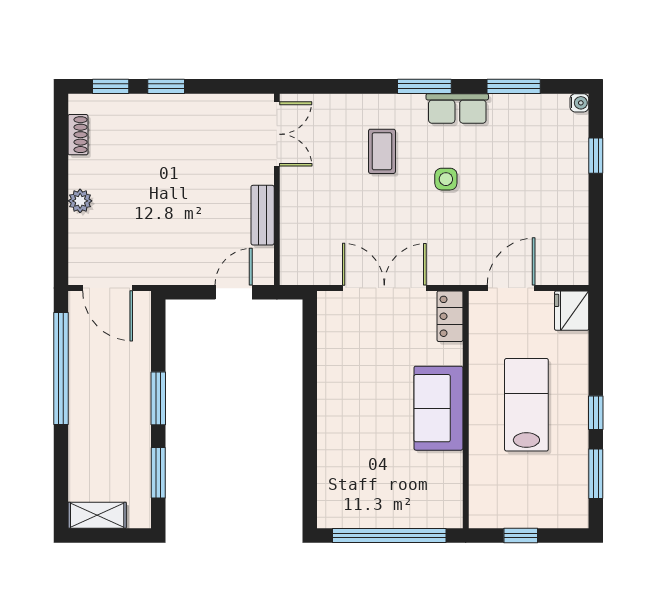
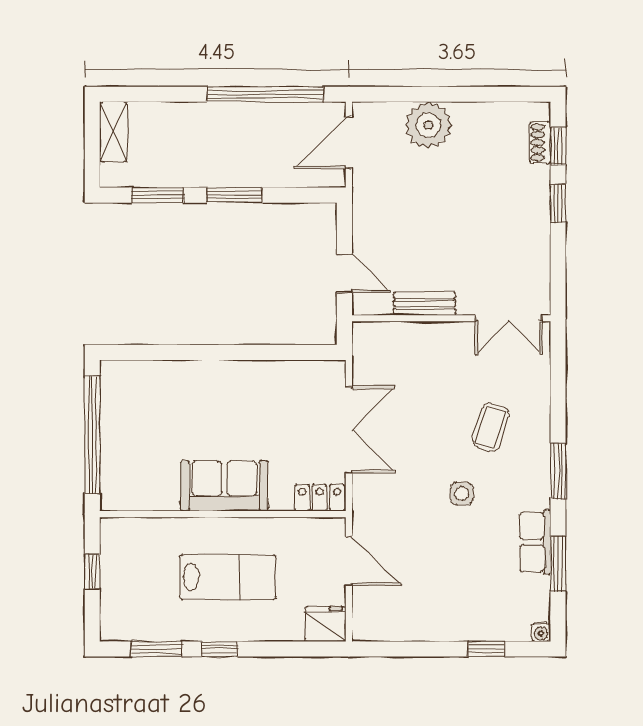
row of seats: (457, 108) -> (535, 542), moved
shoe rack: (78, 135) -> (540, 142), moved, turned 90
coffee table: (382, 151) -> (491, 427), turned -72
plant: (80, 201) -> (428, 125), width x1.88, depth x1.88

